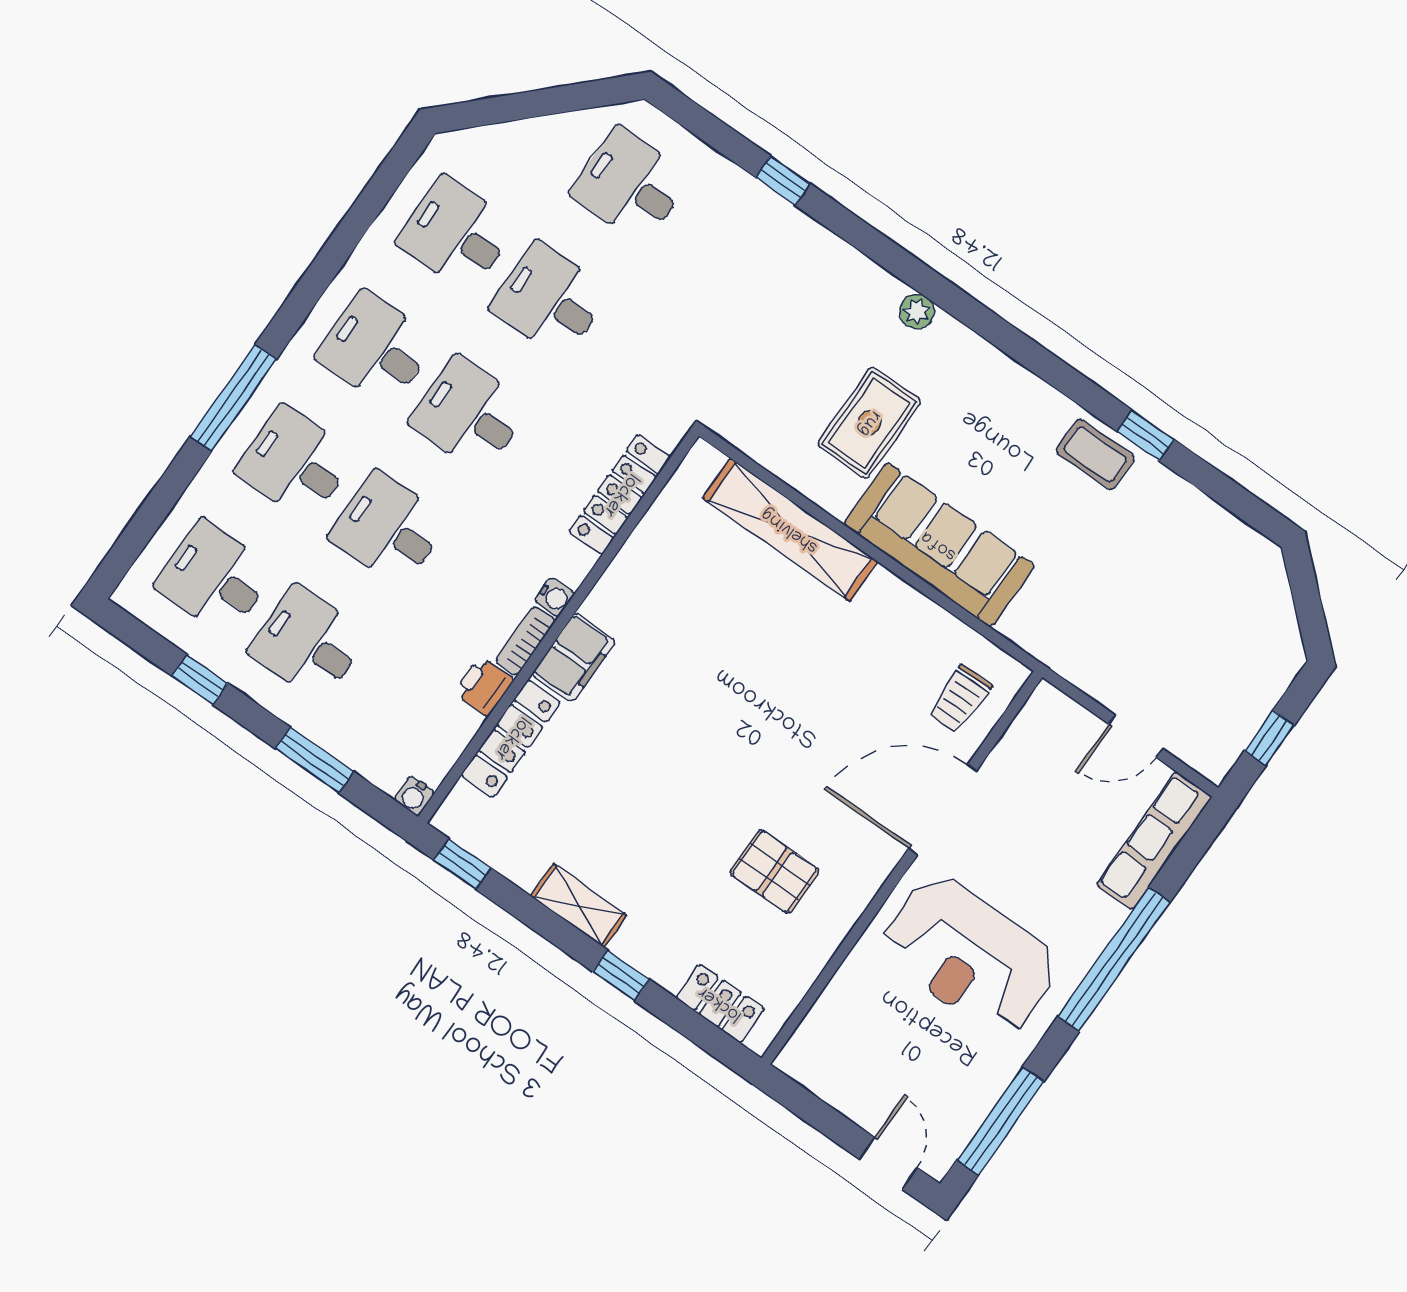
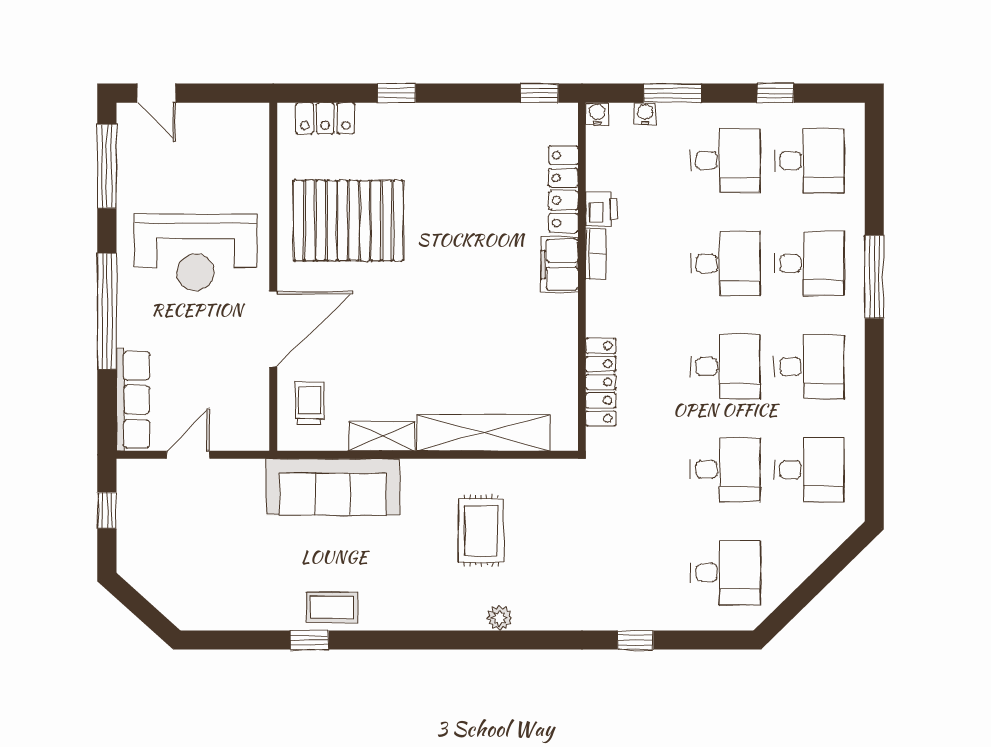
sofa: (939, 545) -> (333, 487), moved
water cooler: (554, 597) -> (645, 114), moved, turned 90
pallet: (774, 872) -> (348, 221), width x2.05, depth x2.00
shelving: (579, 906) -> (382, 436), moved
reception desk: (969, 956) -> (195, 252), turned 180

